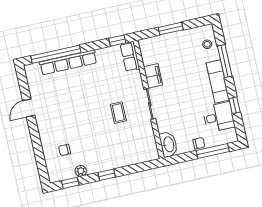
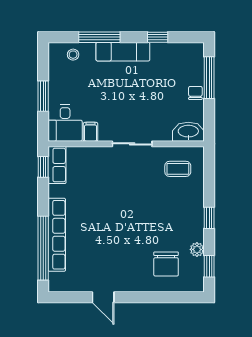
row of seats: (130, 57) -> (57, 165), moved, turned -90
filing cabinet: (153, 76) -> (90, 132), width x0.50
coffee table: (118, 113) -> (178, 169), moved
desk: (219, 117) -> (65, 123), moved, turned 180
chair: (65, 150) -> (166, 264), width x1.87, depth x1.87

